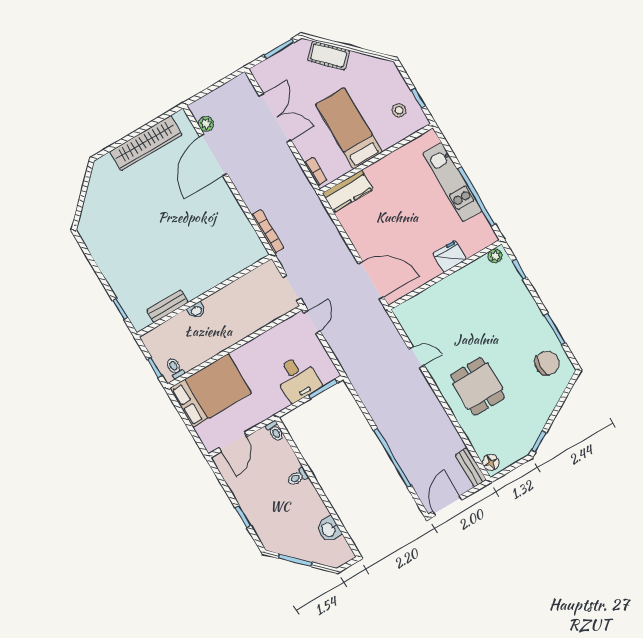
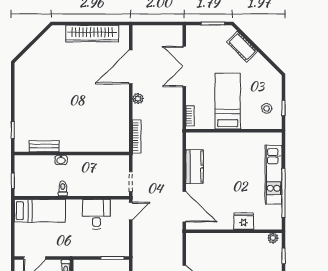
double door: (275, 118) -> (184, 66), swing flipped
plant: (206, 124) -> (138, 99), moved
kitchen counter: (348, 191) -> (194, 167), moved, turned -90
toilet: (175, 368) -> (63, 189), moved
desk: (297, 378) -> (96, 214), moved, turned 180
bed: (211, 390) -> (40, 211), width x0.67

